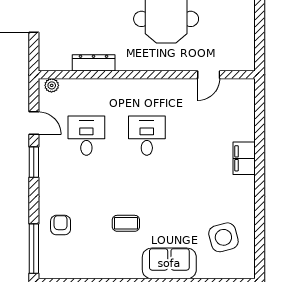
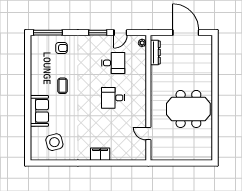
dresser: (94, 63) -> (155, 52), moved
desk: (147, 136) -> (113, 98), turned 180

